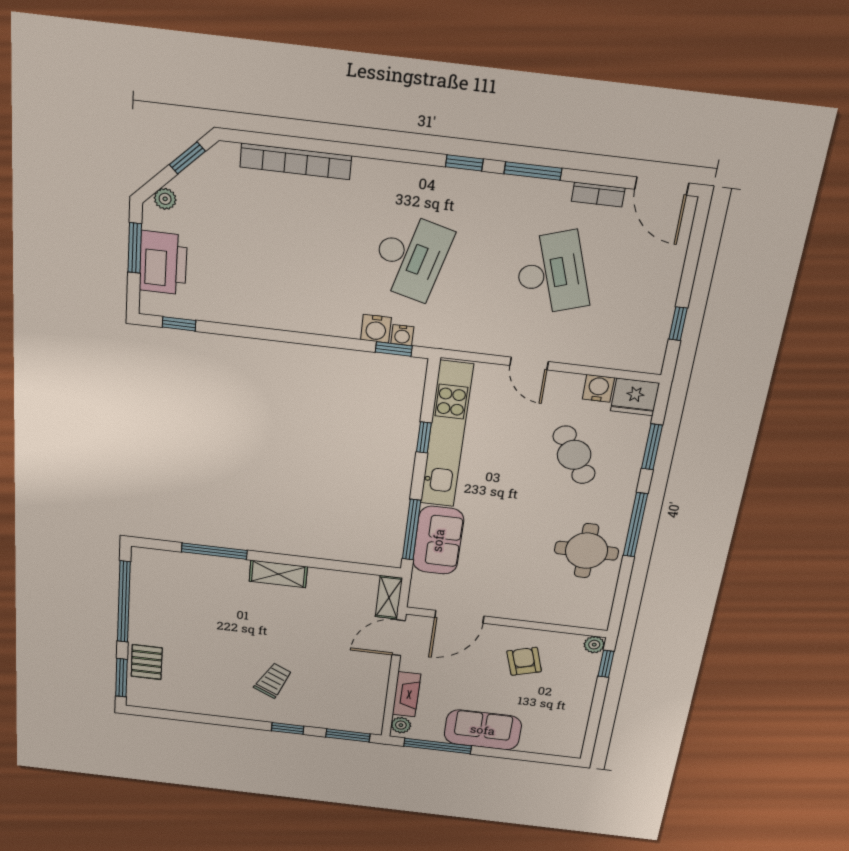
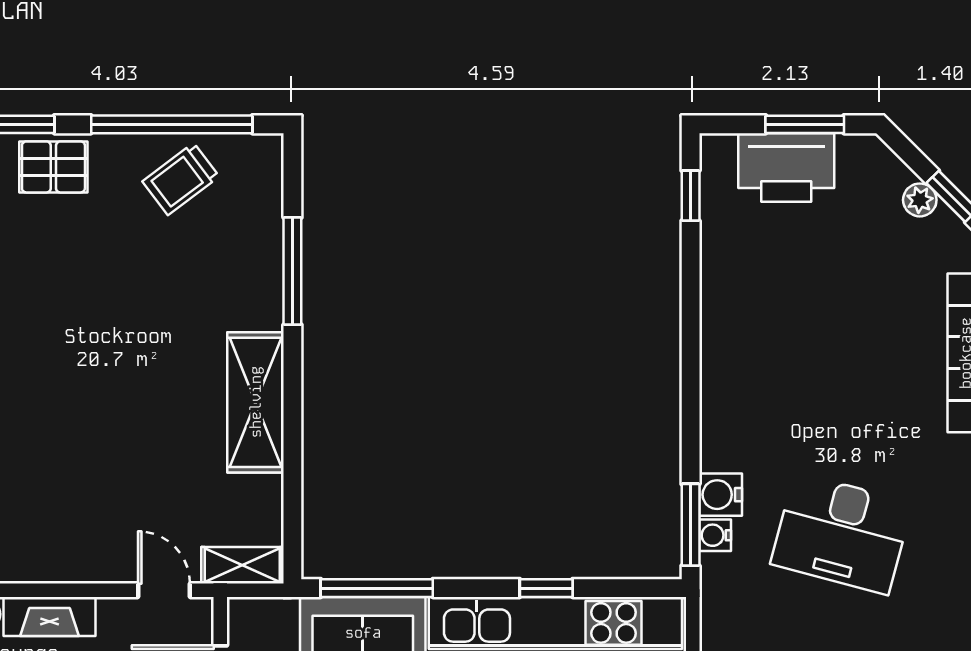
plant: (165, 199) -> (920, 200), moved
window: (394, 349) -> (691, 525), width x1.50
shelving: (278, 574) -> (256, 402), width x1.50, depth x1.33
door: (399, 638) -> (164, 590), width x0.73
trolley: (273, 680) -> (181, 179), moved, turned 117

